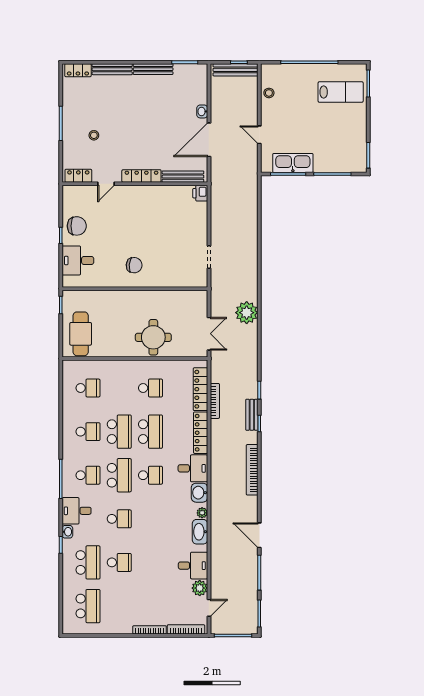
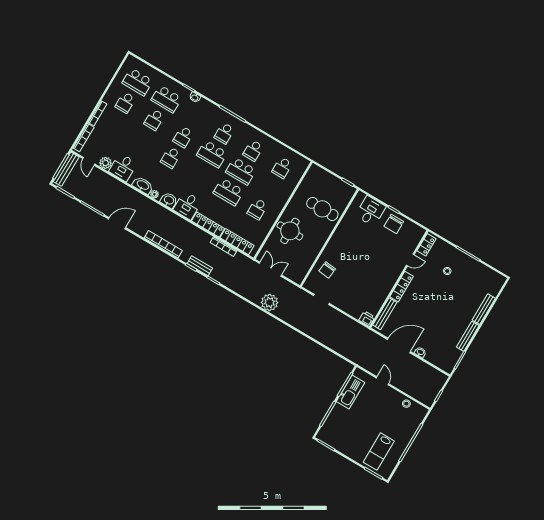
locker: (78, 70) -> (497, 286), removed
bench: (235, 70) -> (66, 169), moved
door: (259, 135) -> (382, 381), hinge flipped
door: (209, 140) -> (399, 345), hinge flipped
door: (106, 184) -> (410, 260), swing flipped
chair: (134, 265) -> (327, 270), moved
cafe table: (81, 334) -> (322, 209), moved
double door: (209, 334) -> (270, 269), swing flipped
school desk: (150, 475) -> (171, 158), moved
desk: (77, 511) -> (205, 112), removed
school desk: (119, 606) -> (125, 103), added

